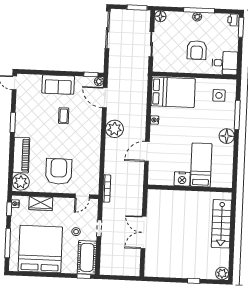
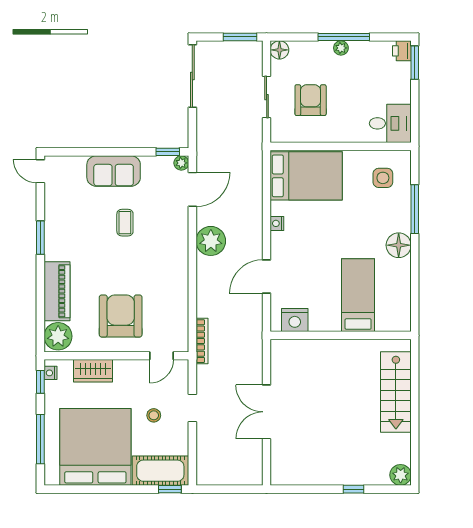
armchair: (197, 50) -> (311, 100), moved, turned 180
door: (105, 98) -> (192, 189), swing flipped
nightstand: (182, 179) -> (295, 320), moved
cot: (87, 257) -> (160, 471), moved, turned 90

